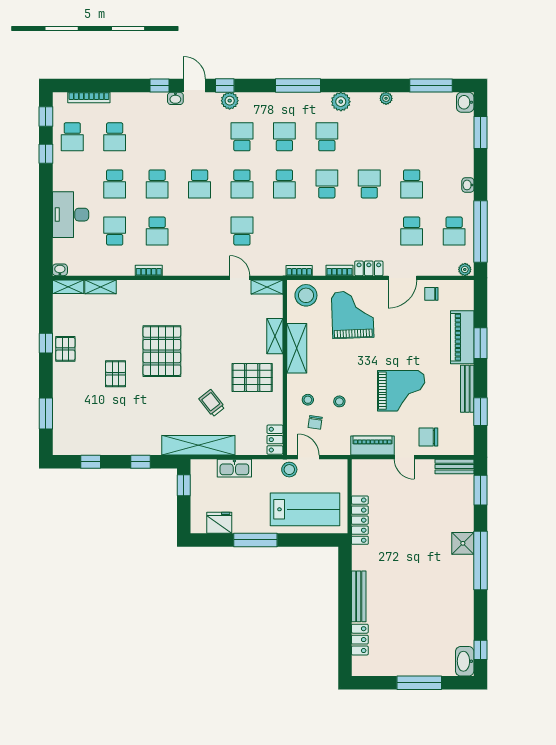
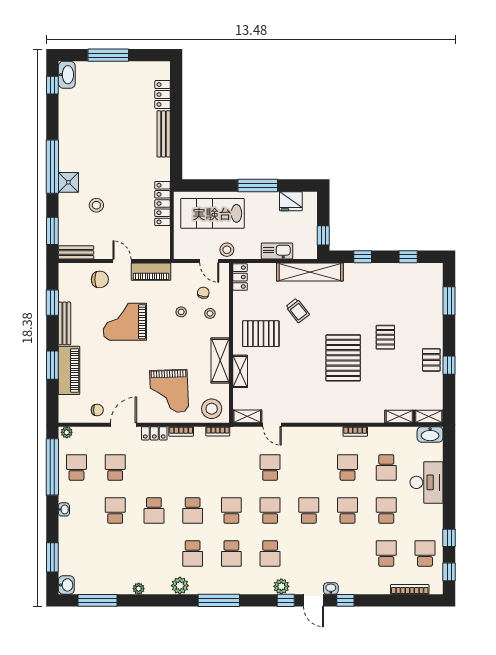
school desk: (242, 231) -> (270, 467), turned 180
washbasin: (60, 270) -> (430, 434), width x1.91, depth x1.45
stool: (432, 518) -> (96, 205), added

